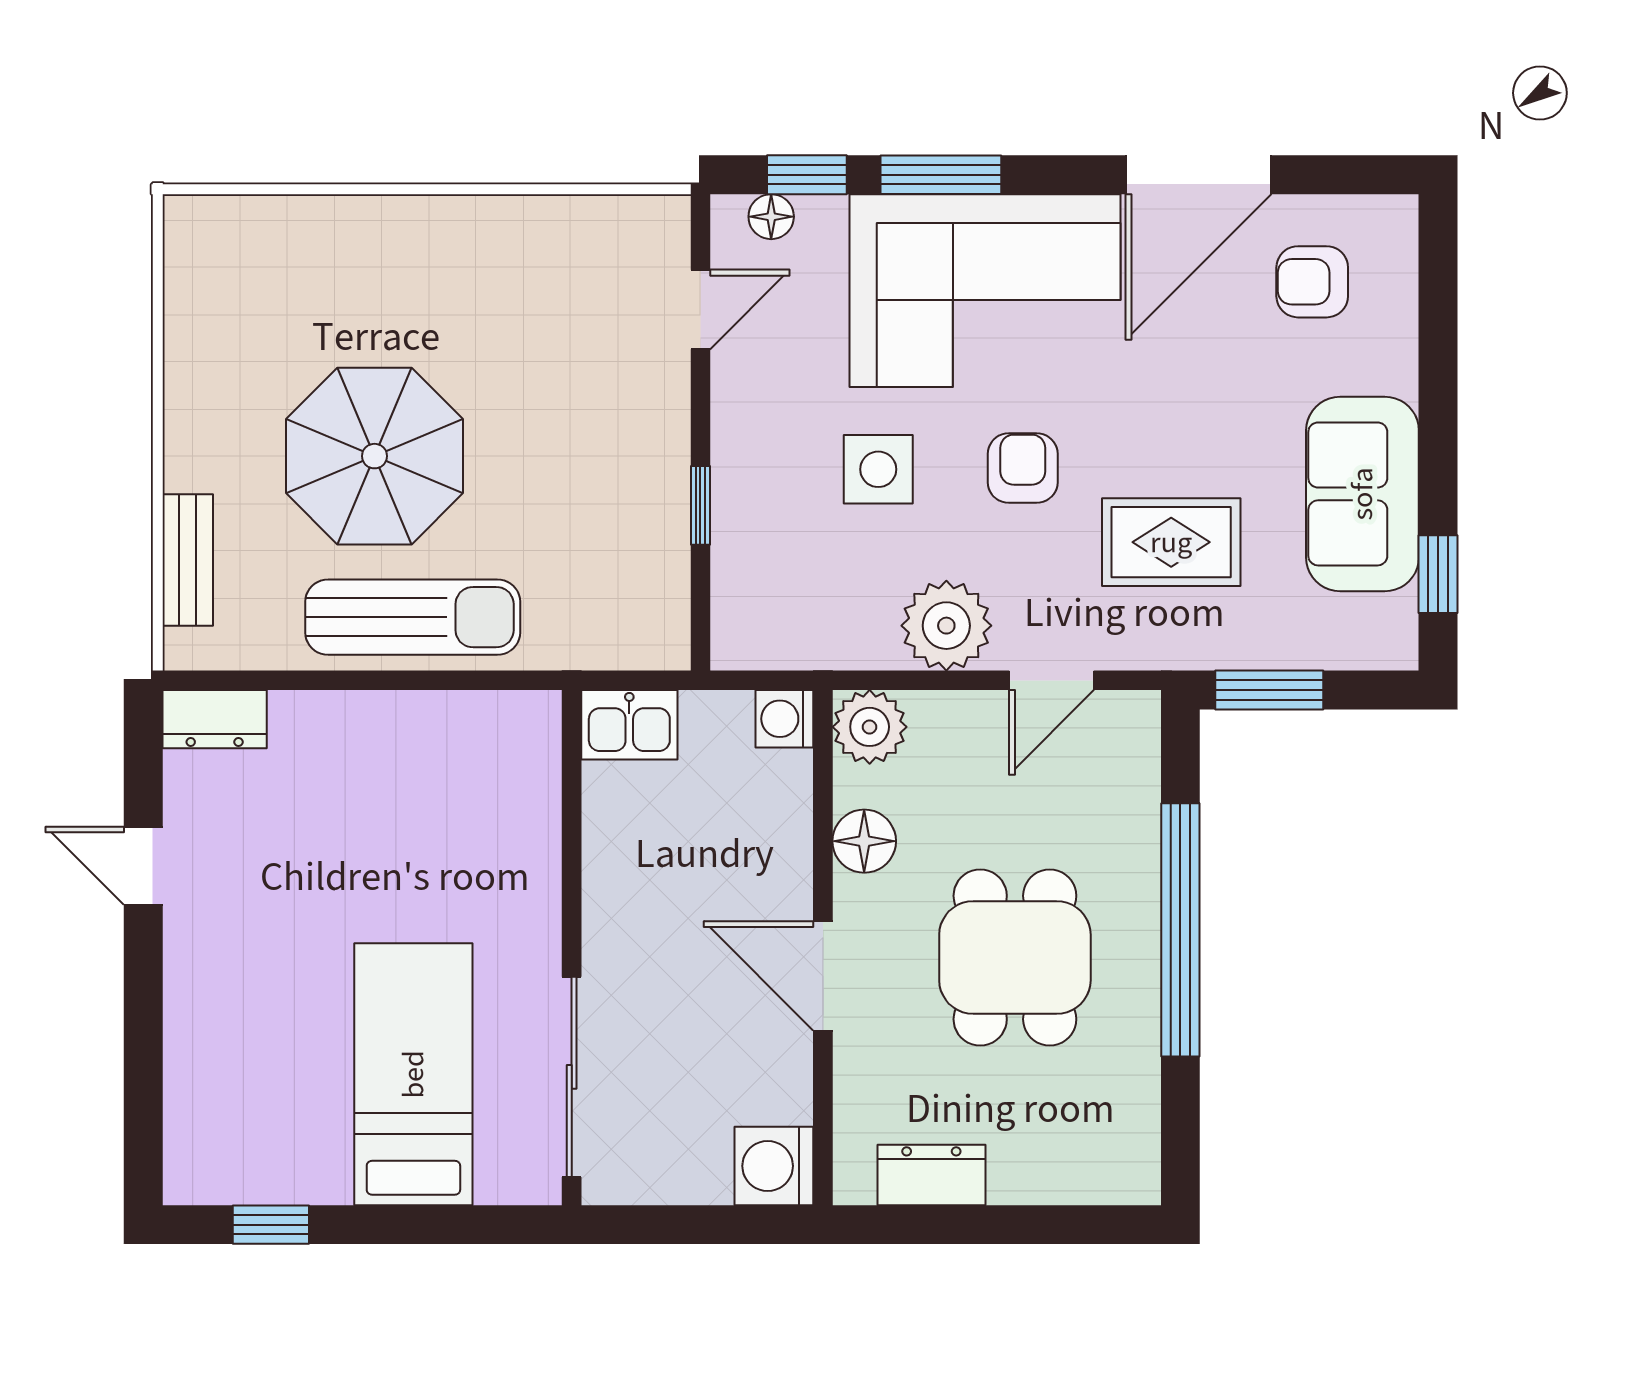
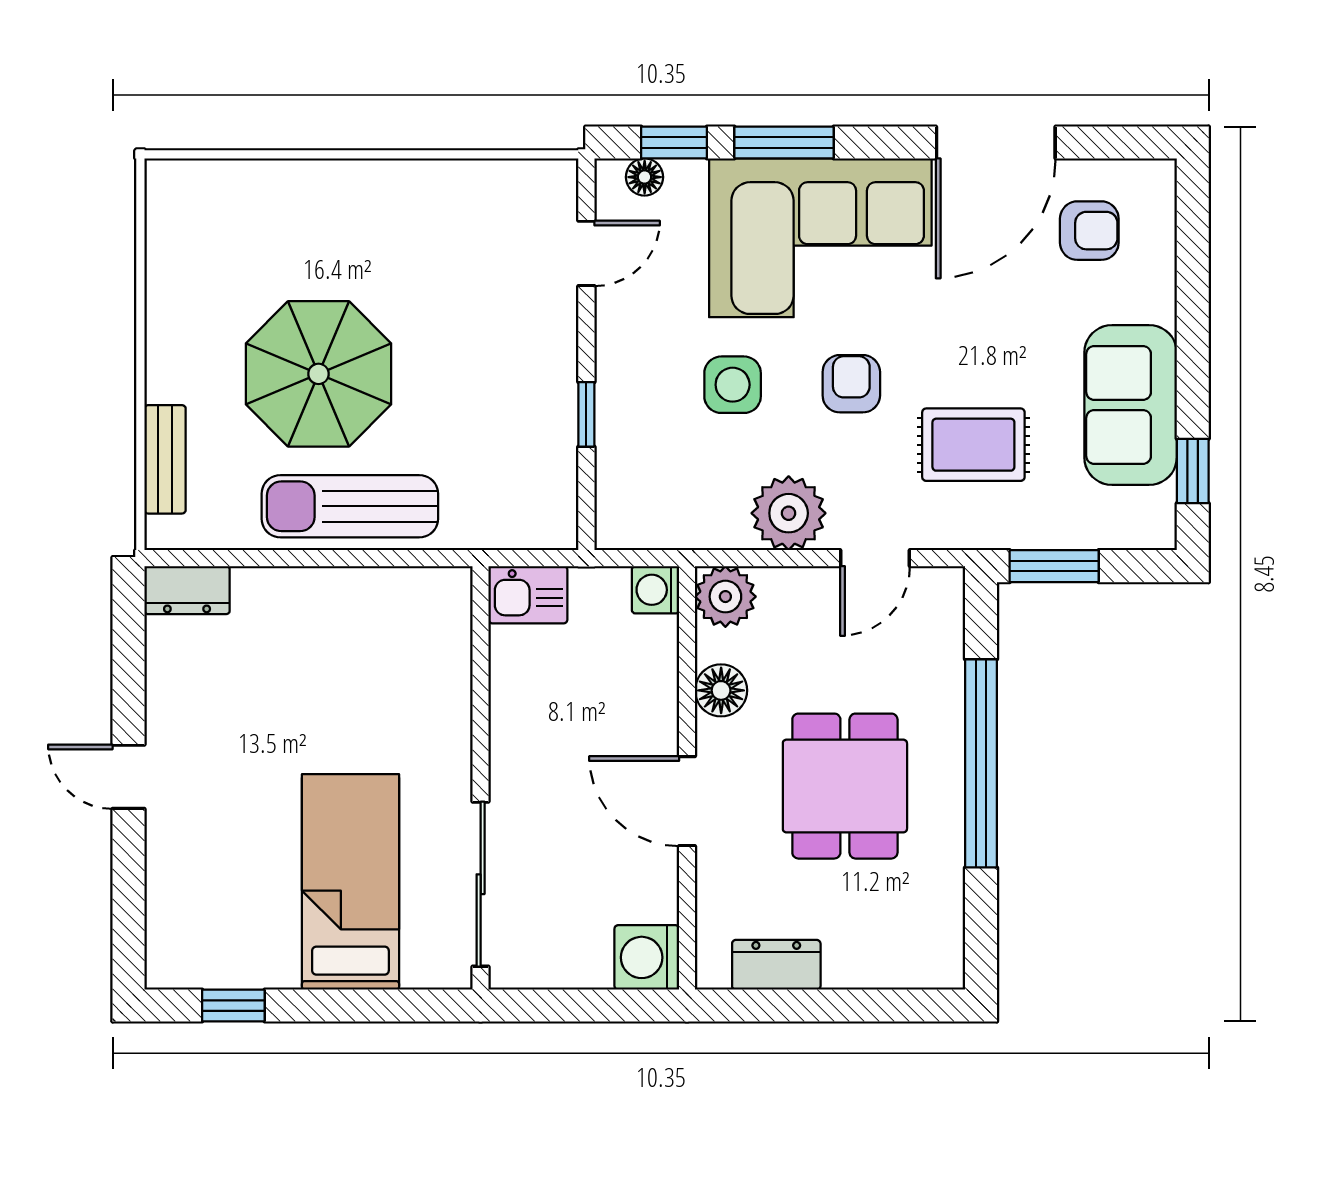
armchair: (1312, 282) -> (1089, 231), turned 180
sun lounger: (413, 617) -> (350, 506), turned 180
door: (143, 866) -> (128, 777), moved

